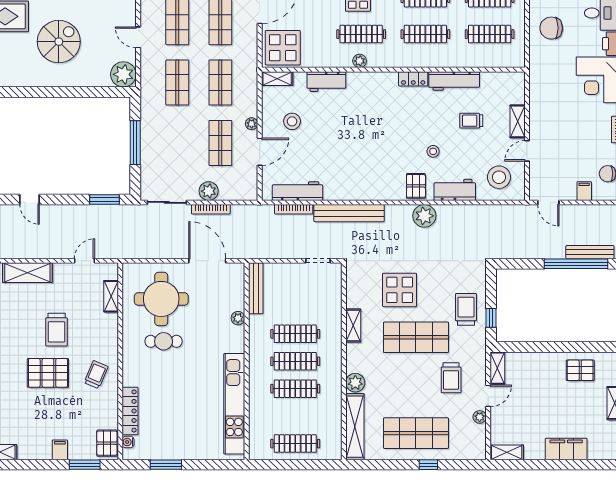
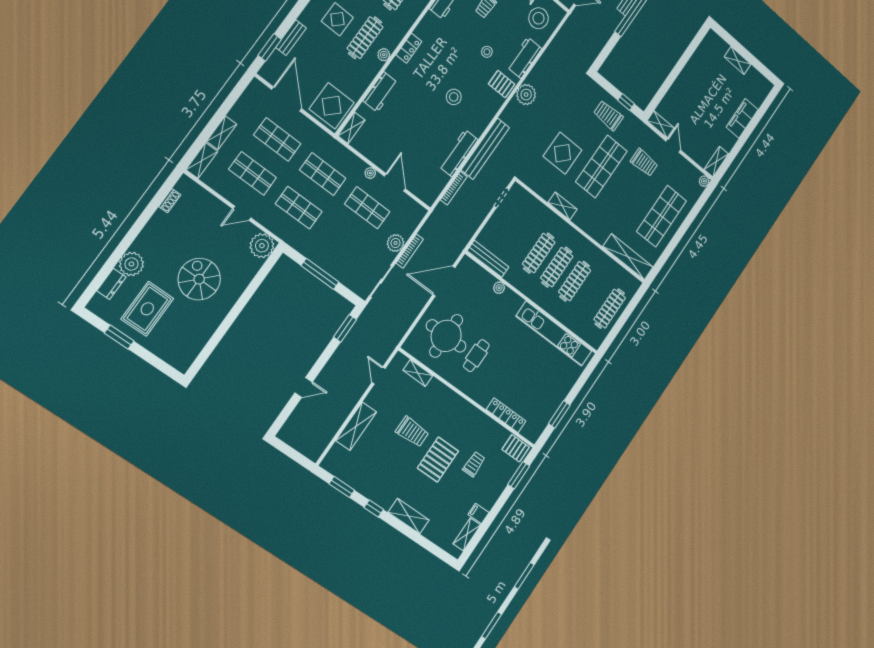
locker: (413, 79) -> (409, 48), moved
stool: (292, 121) -> (454, 97), moved
workbench: (298, 191) -> (459, 153), moved
pallet: (580, 370) -> (702, 67), removed
trolley: (96, 375) -> (474, 464), moved, turned 67
plant: (355, 383) -> (600, 234), removed
plant: (480, 417) -> (704, 181), moved
water cooler: (128, 442) -> (526, 432), removed
filing cabinet: (60, 450) -> (479, 513), moved
window: (428, 465) -> (687, 223), removed

